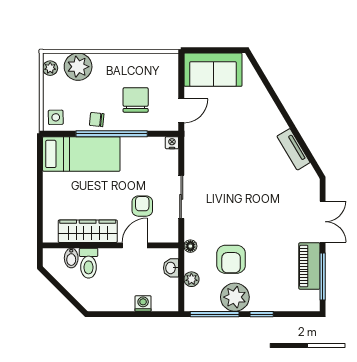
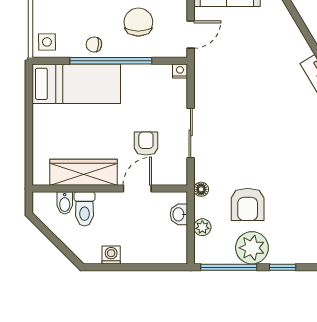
washing machine: (143, 303) -> (111, 255), moved

